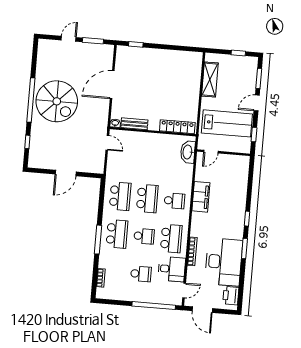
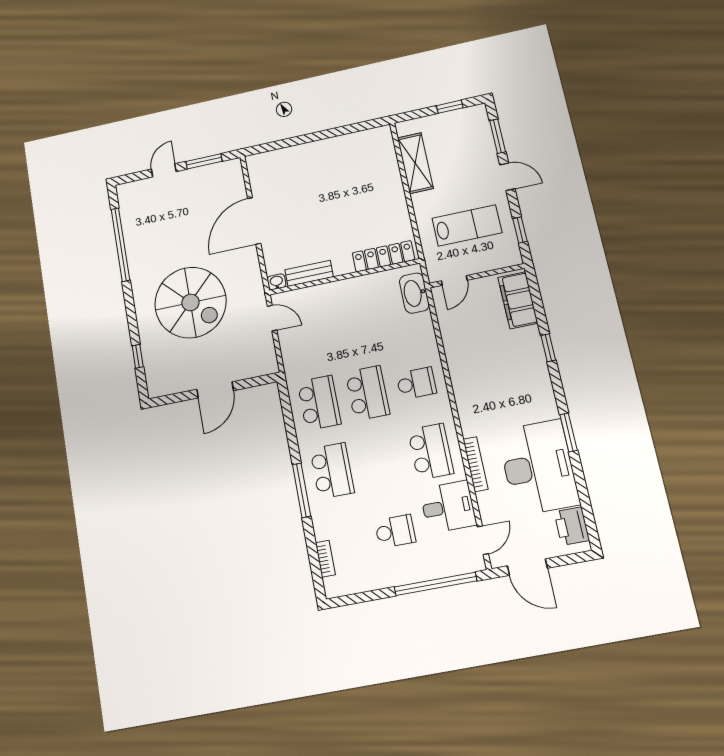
window: (136, 44) -> (275, 145), removed
window: (31, 100) -> (120, 245), moved
spiral stairs: (57, 101) -> (190, 302), moved
door: (257, 103) -> (507, 177), swing flipped
lab bench: (227, 123) -> (467, 226), width x0.73, depth x0.72
filing cabinet: (201, 197) -> (518, 300), moved, turned 180
window: (247, 219) -> (548, 348), moved
school desk: (144, 236) -> (381, 461), removed

